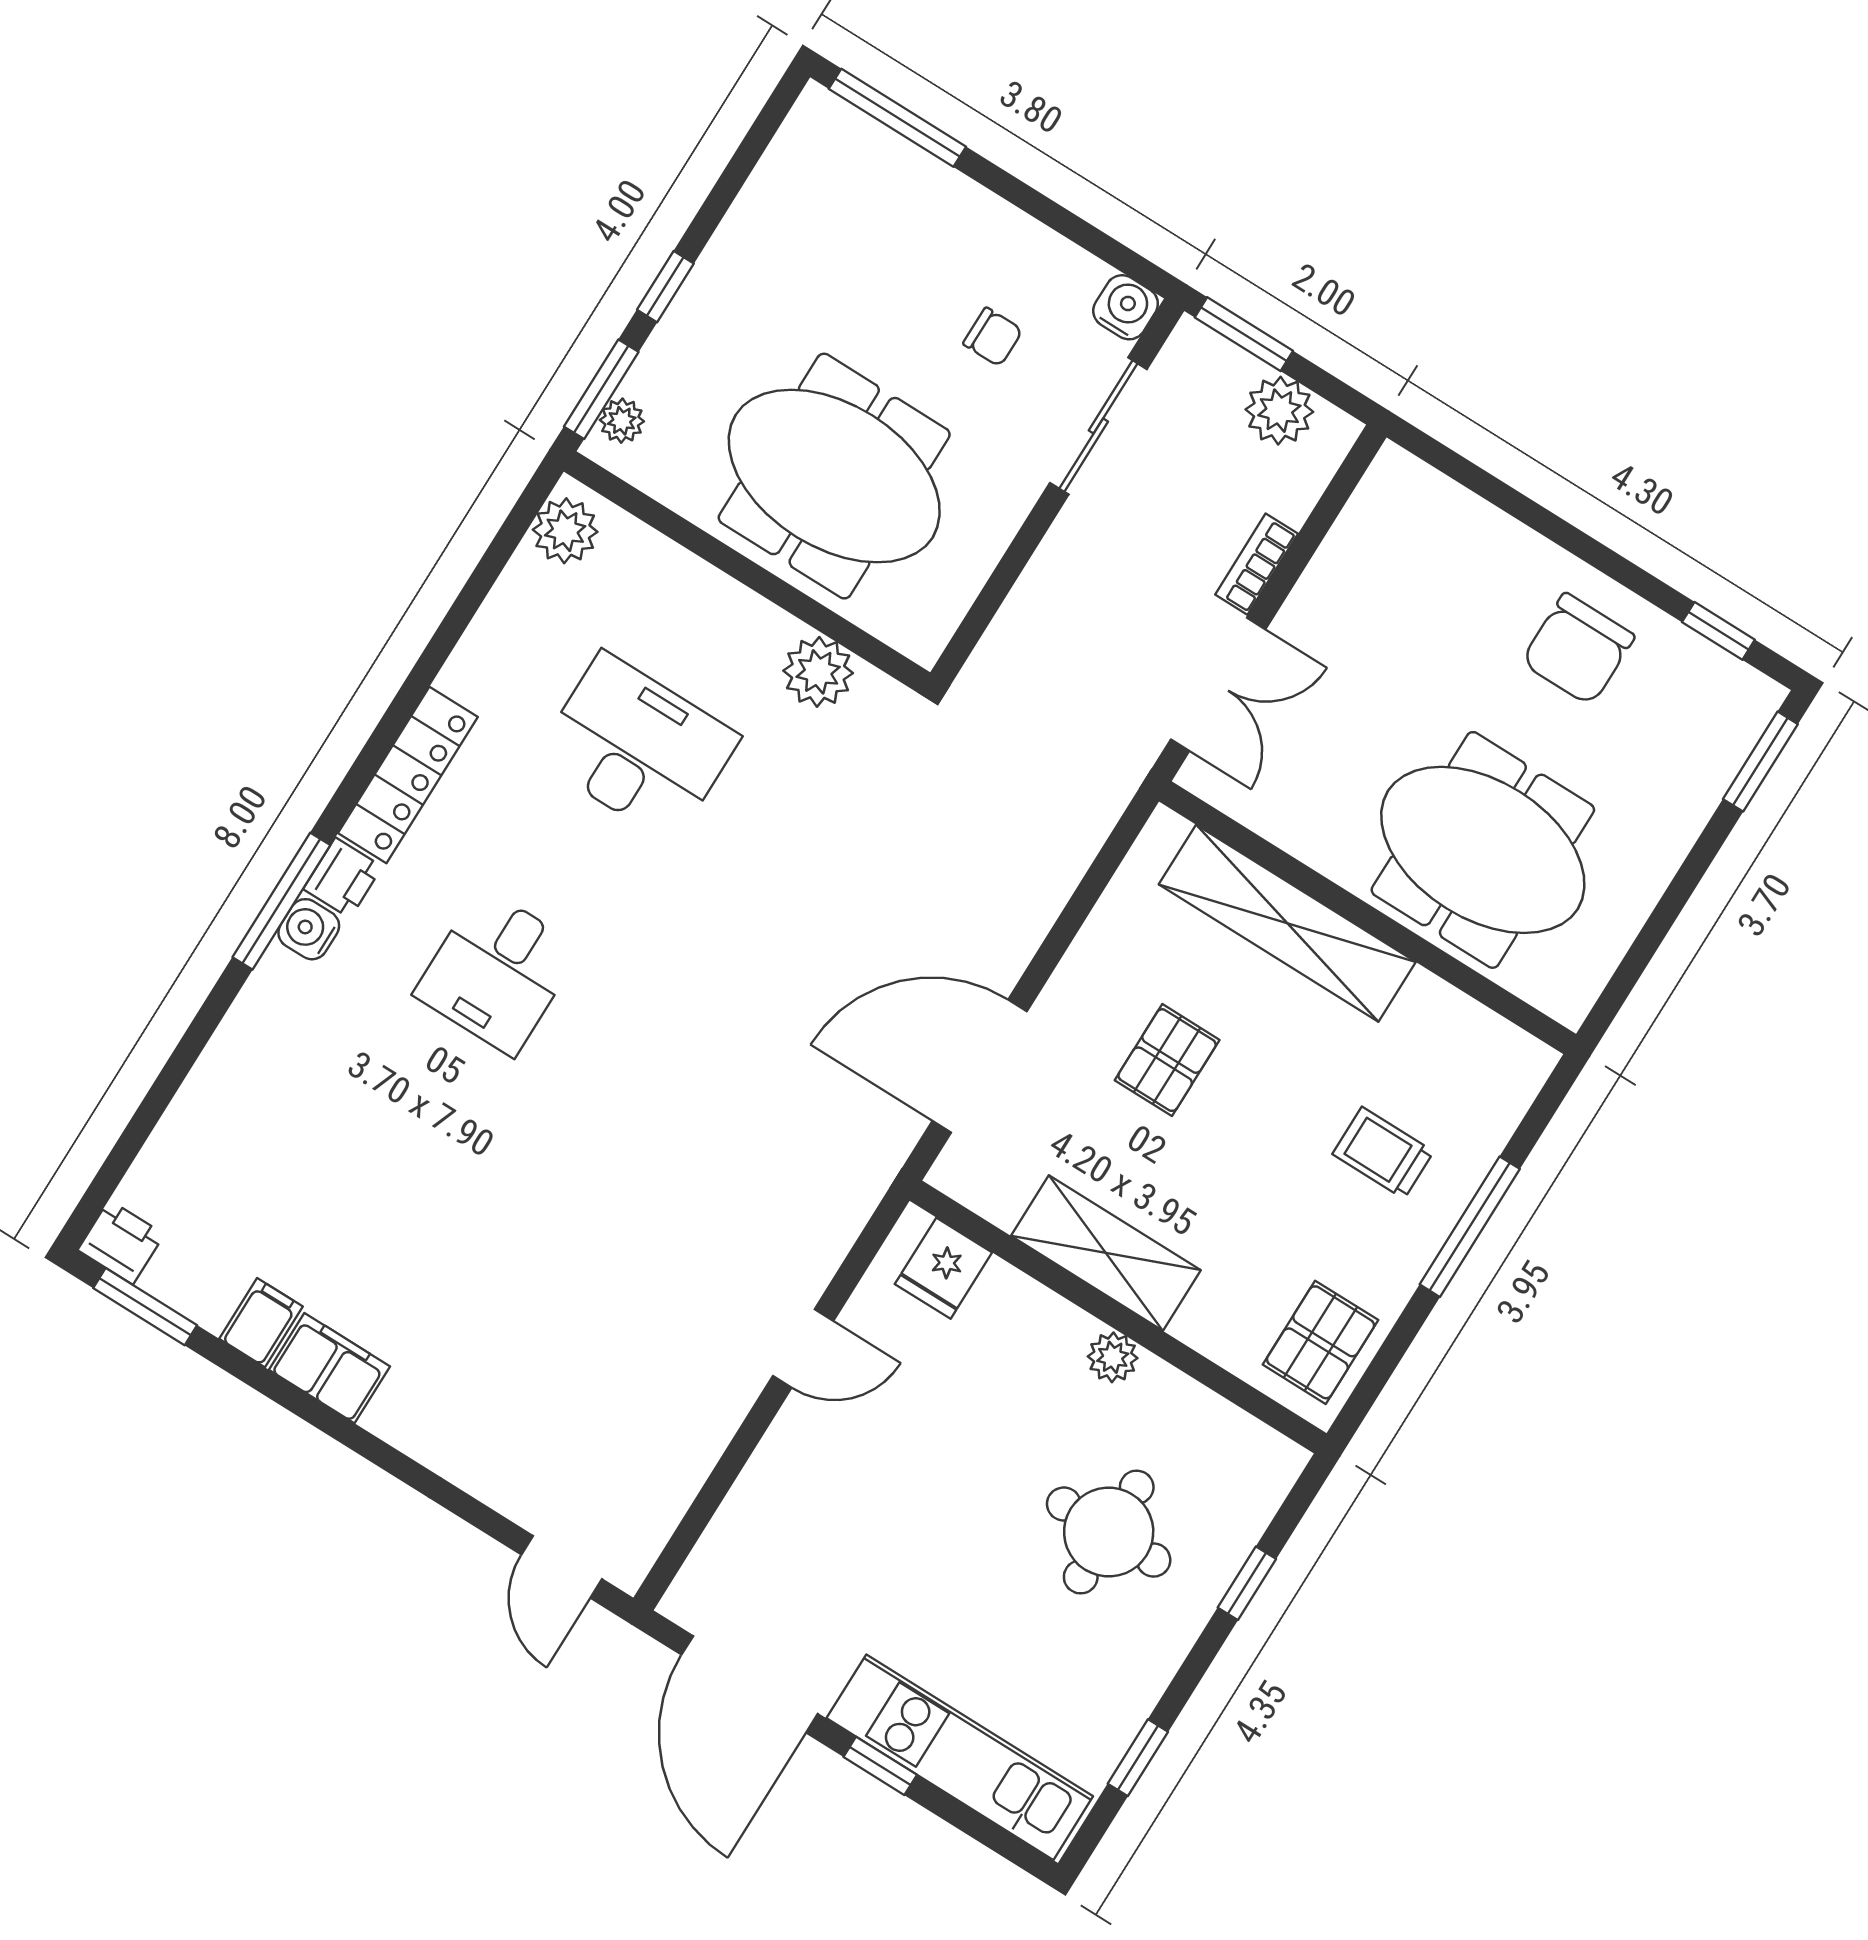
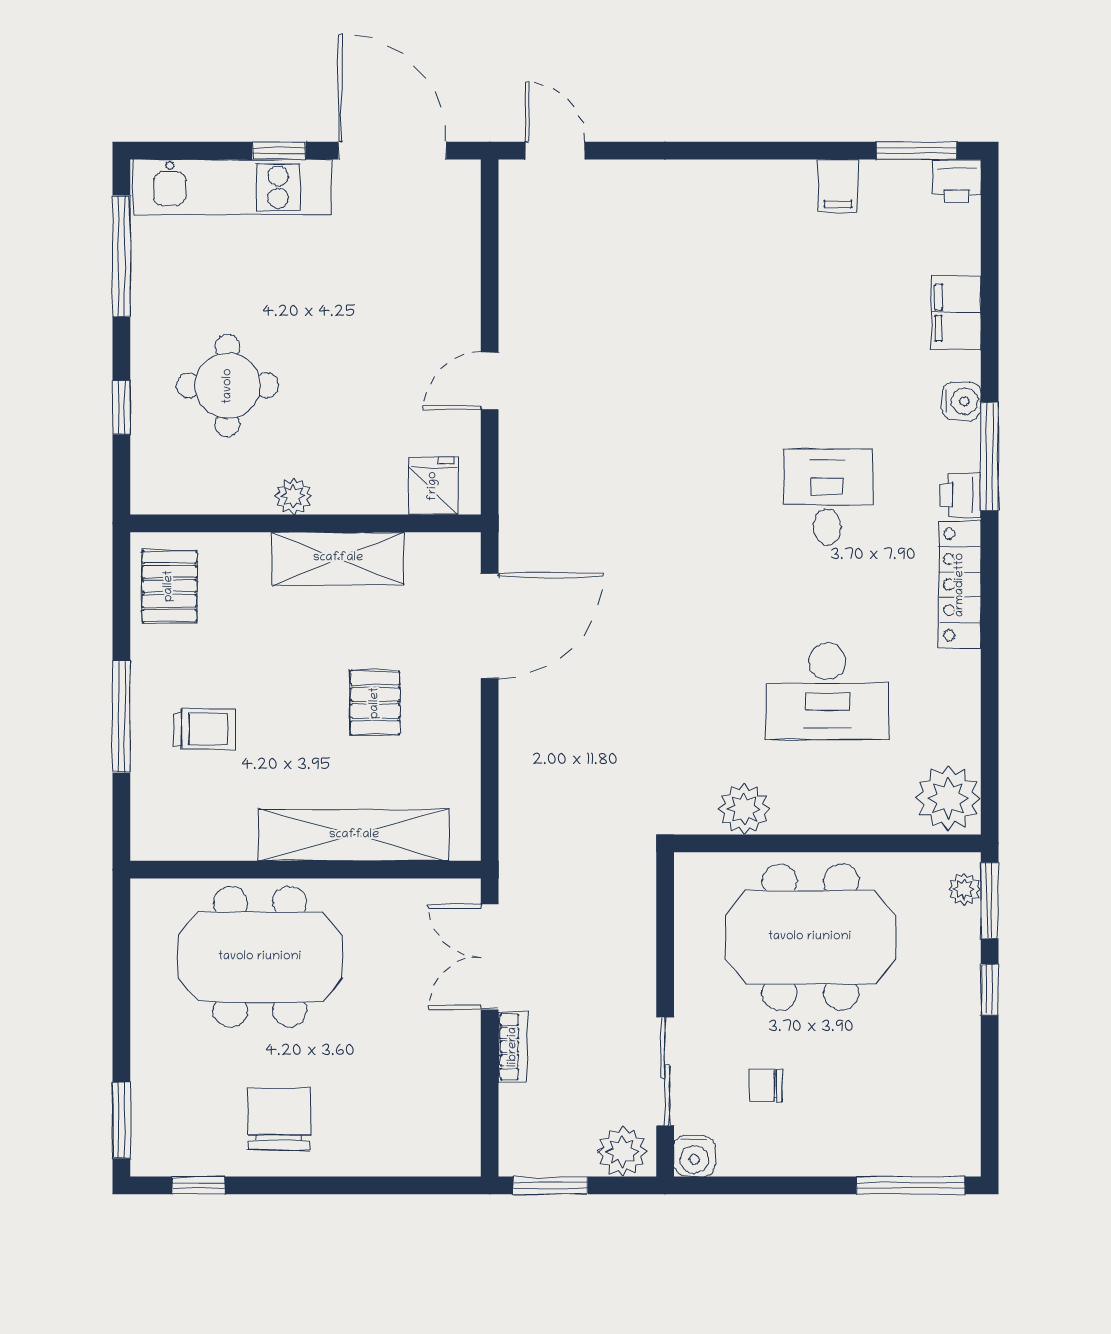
window: (1244, 334) -> (550, 1185), moved
plant: (1279, 411) -> (622, 1152), moved
plant: (565, 531) -> (948, 798), width x1.36, depth x1.36
water cooler: (309, 929) -> (961, 401), moved
filing cabinet: (329, 1368) -> (956, 313), moved, turned 90
window: (1138, 1758) -> (121, 256), width x2.17

